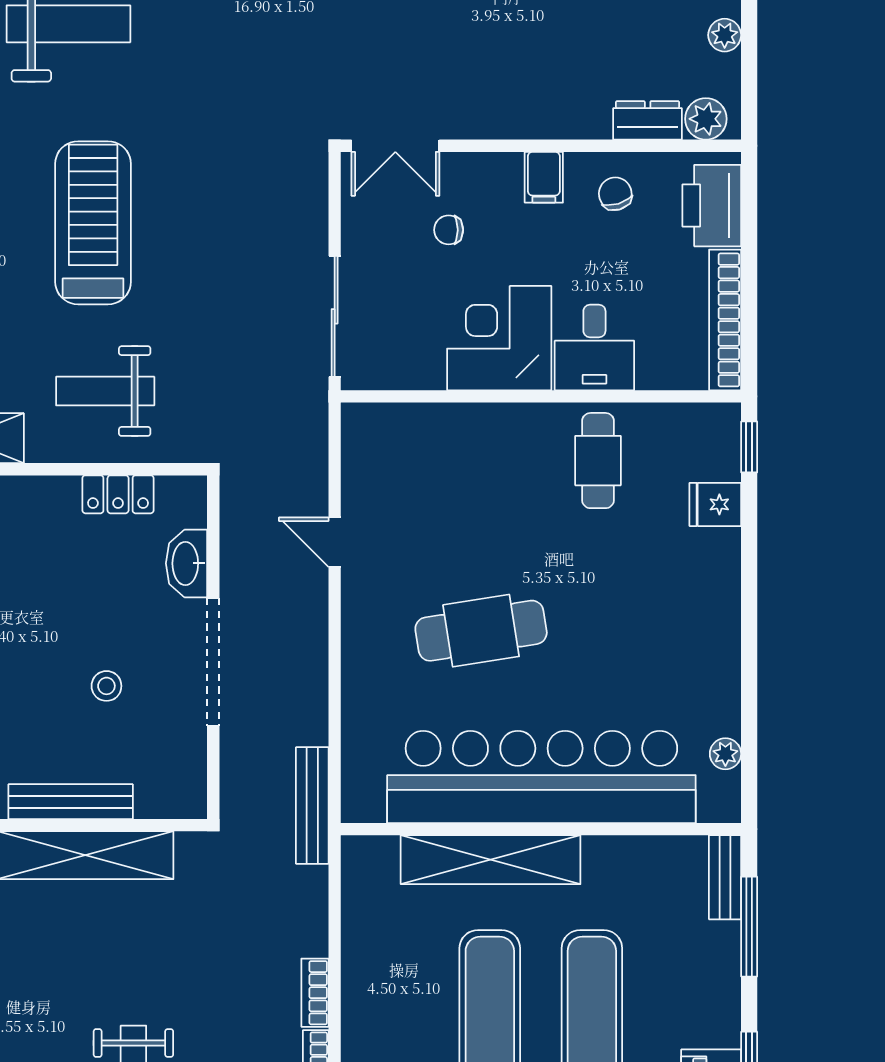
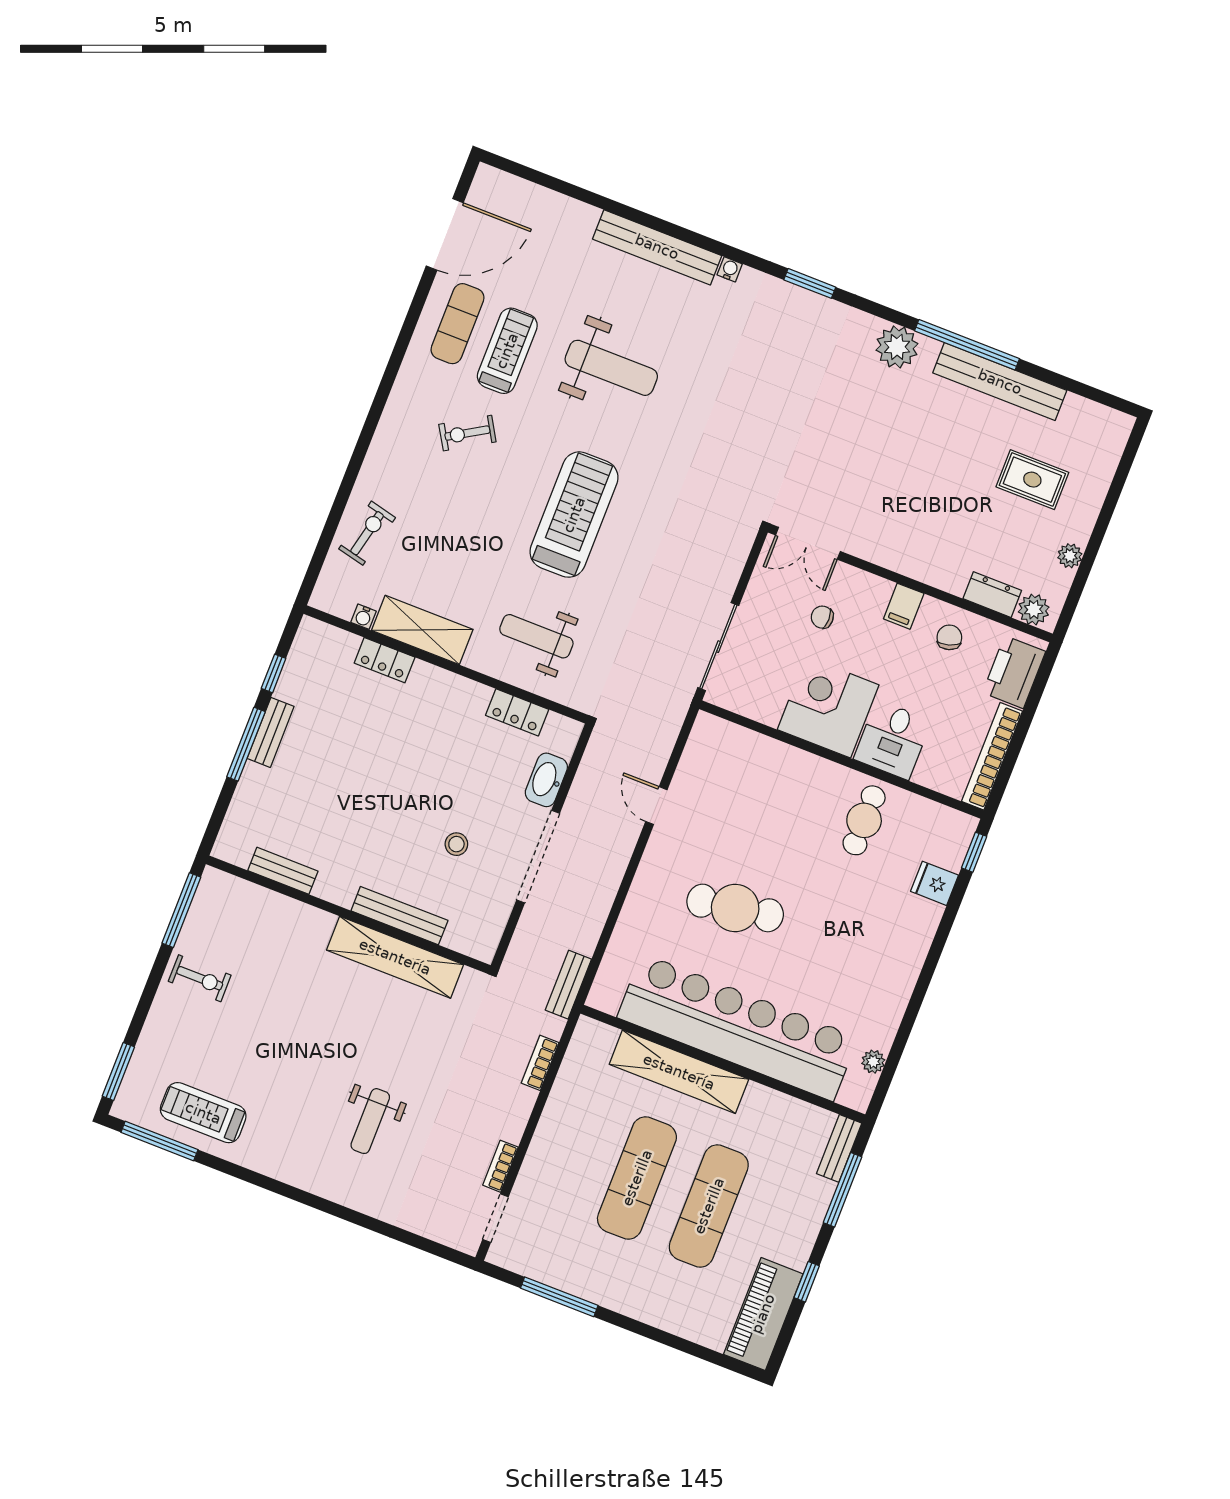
bench: (312, 805) -> (568, 985), width x0.73
bookcase: (315, 993) -> (540, 1063), moved

